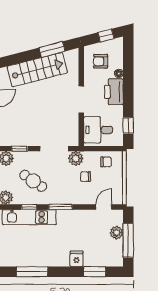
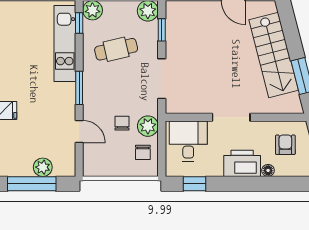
plant: (76, 158) -> (148, 126), moved
cafe table: (33, 181) -> (116, 49), turned 43
window: (29, 207) -> (79, 23), moved
door: (104, 207) -> (79, 131), moved

